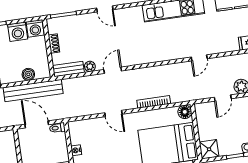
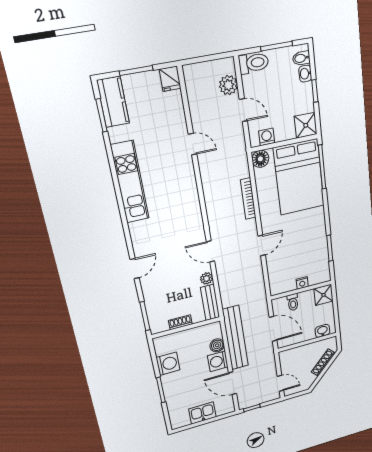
washing machine: (35, 28) -> (218, 361), moved, turned 180
washing machine: (202, 117) -> (267, 137), added
door: (37, 124) -> (273, 329), swing flipped
toilet: (57, 128) -> (293, 302), moved

